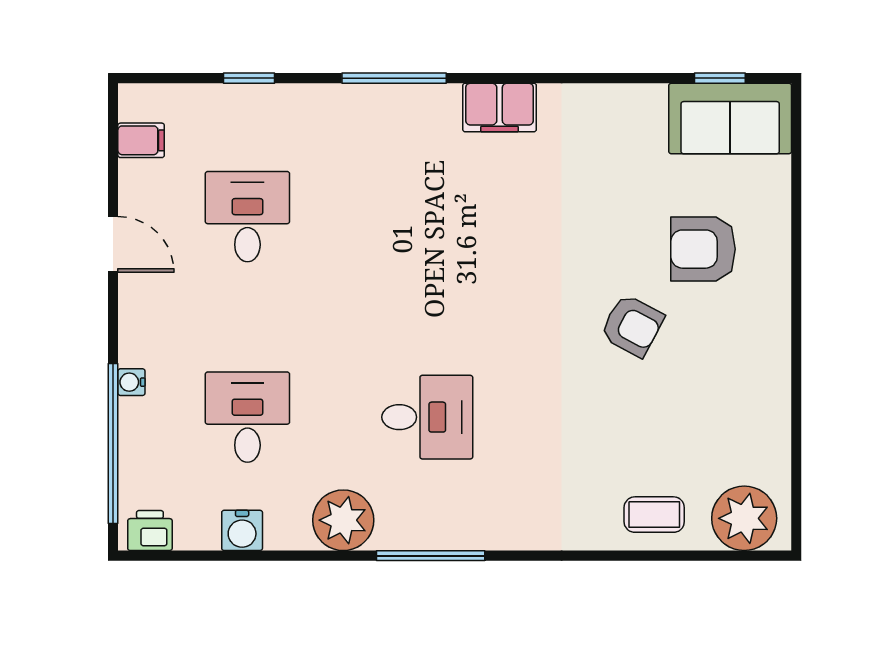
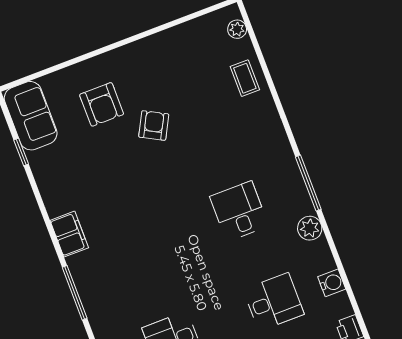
window: (720, 78) -> (21, 152), moved
desk: (247, 417) -> (274, 302), turned 180
plant: (744, 518) -> (237, 29), width x0.53, depth x0.53
plant: (343, 520) -> (310, 228), width x0.73, depth x0.73

